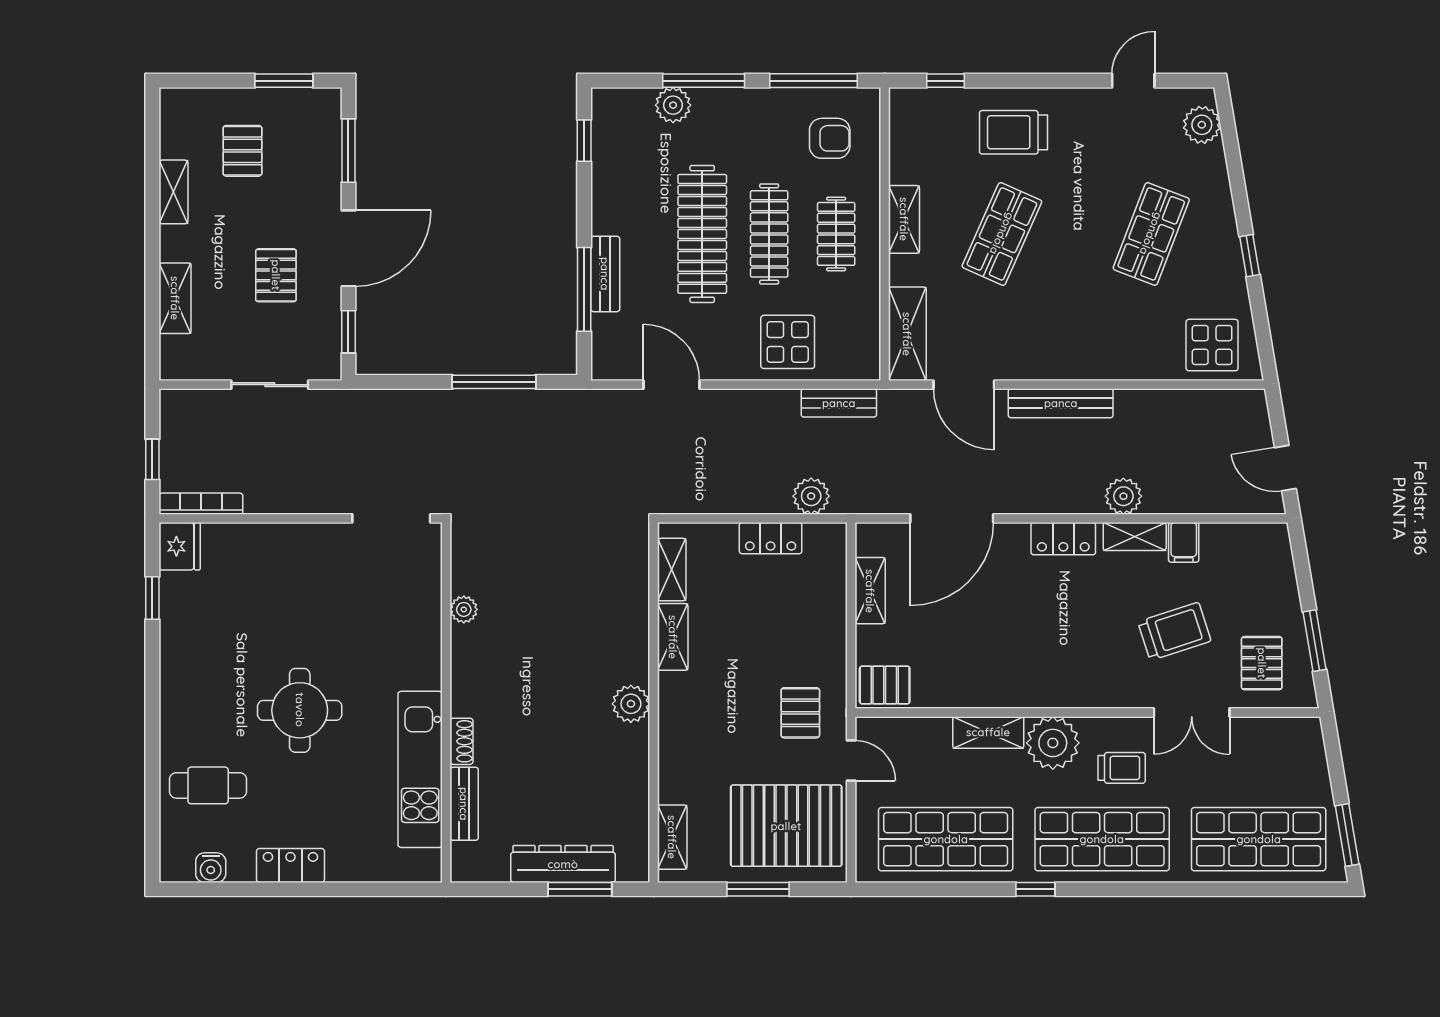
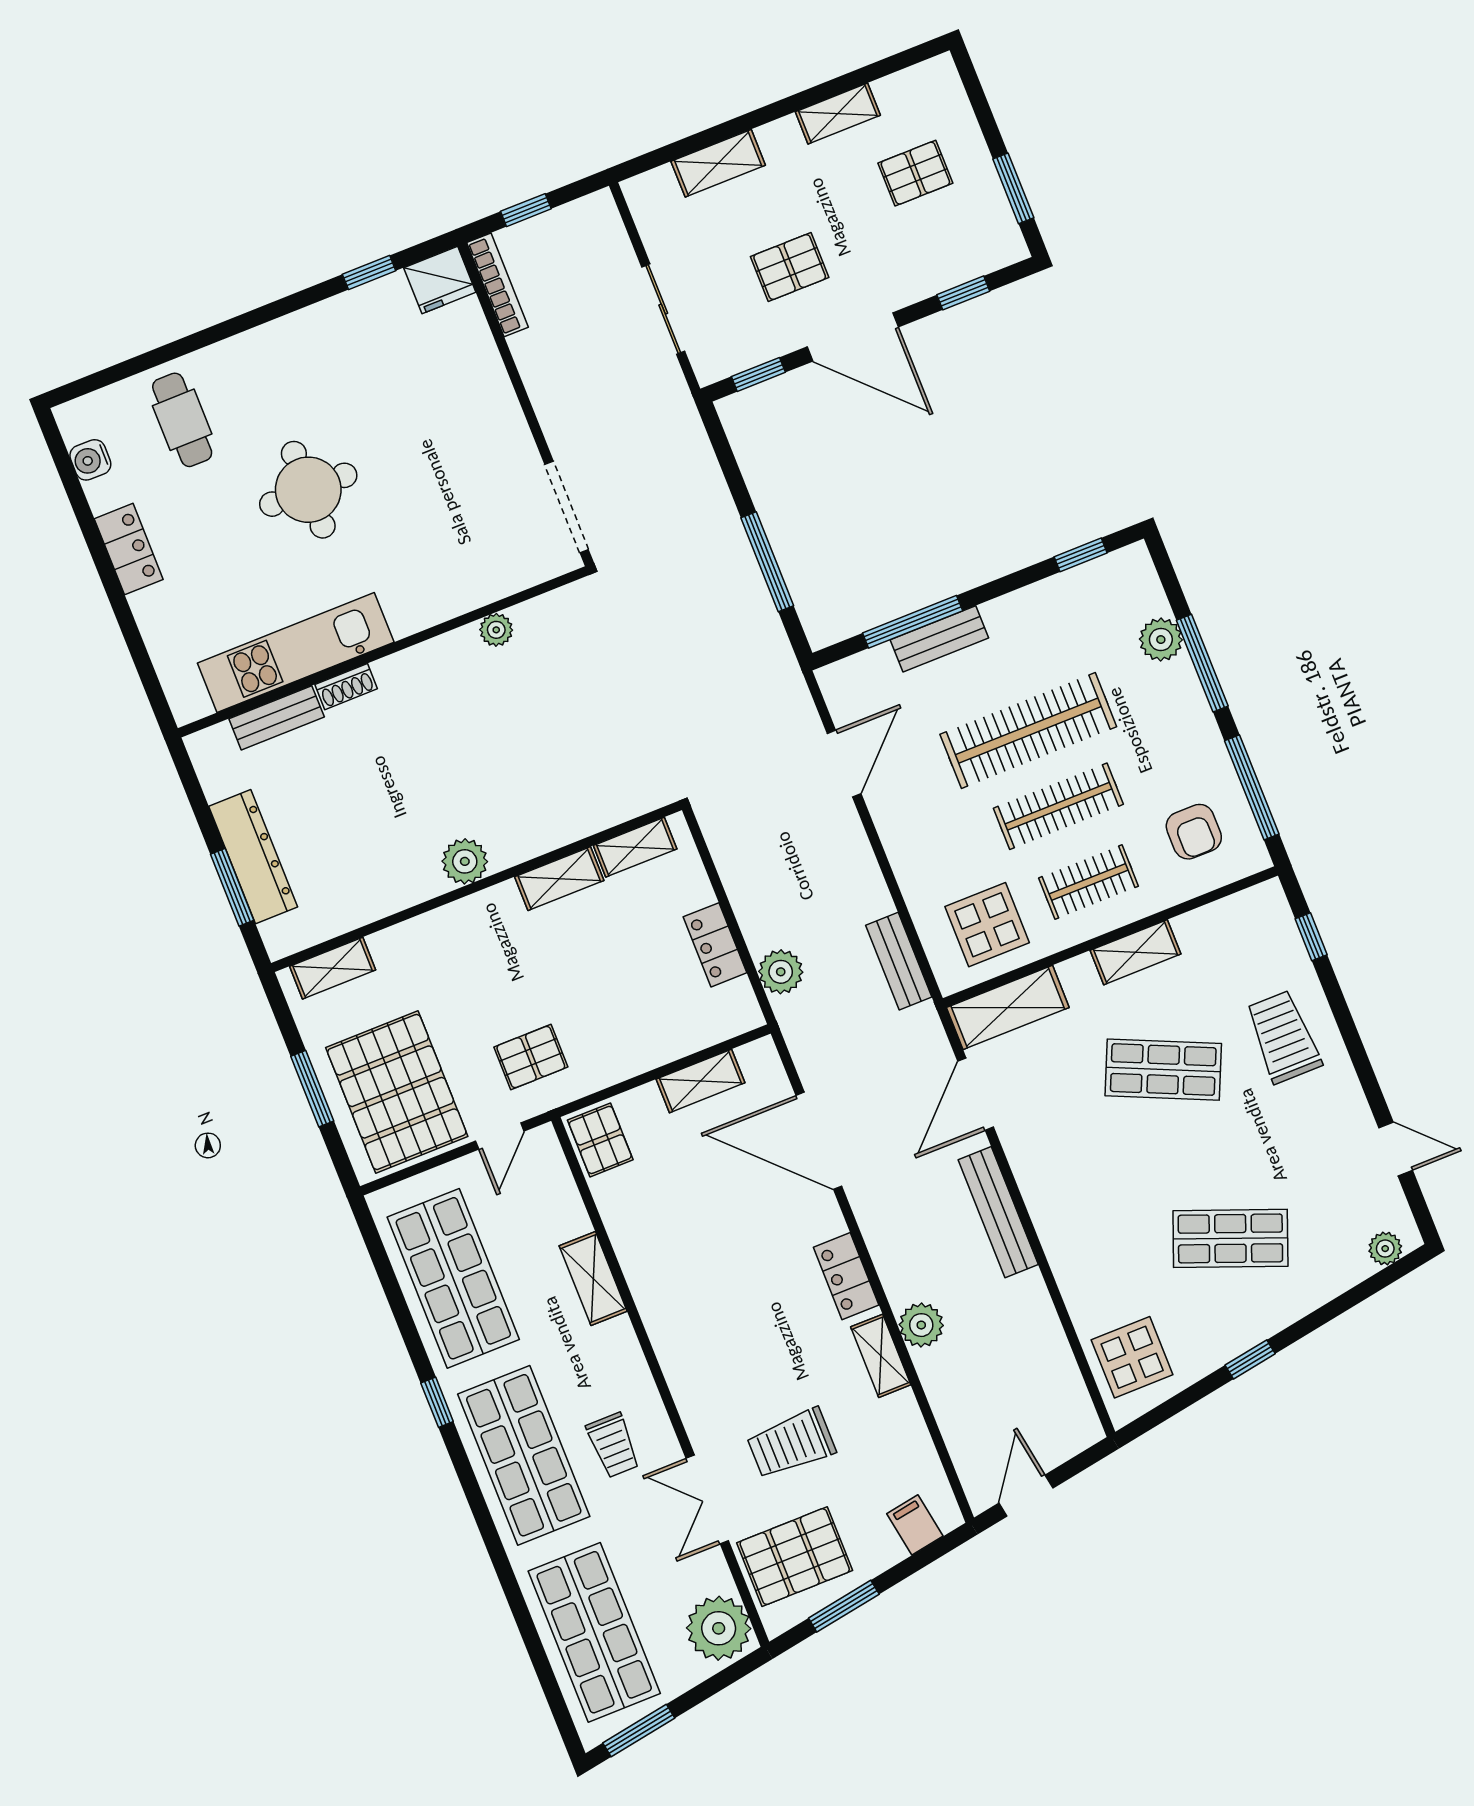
plant: (1202, 125) -> (1385, 1249), width x0.73, depth x0.73
window: (348, 151) -> (963, 293), width x0.67
display table: (788, 342) -> (987, 925), moved
filing cabinet: (1184, 542) -> (915, 1525), moved, turned 80
trolley: (1174, 631) -> (791, 1444), turned 108
pallet: (1262, 663) -> (795, 1557), width x1.50, depth x1.42
plant: (1053, 743) -> (719, 1628), moved

